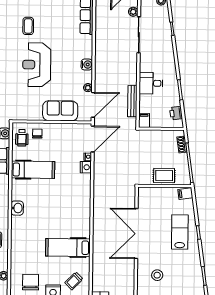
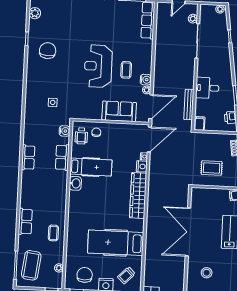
coffee table: (28, 26) -> (126, 70), moved
water cooler: (87, 65) -> (146, 80), moved
rug: (164, 175) -> (212, 168), moved
wardrobe: (83, 198) -> (138, 196), added
washbasin: (17, 208) -> (75, 183), moved
hospital bed: (68, 248) -> (116, 243), width x1.37, depth x1.29

